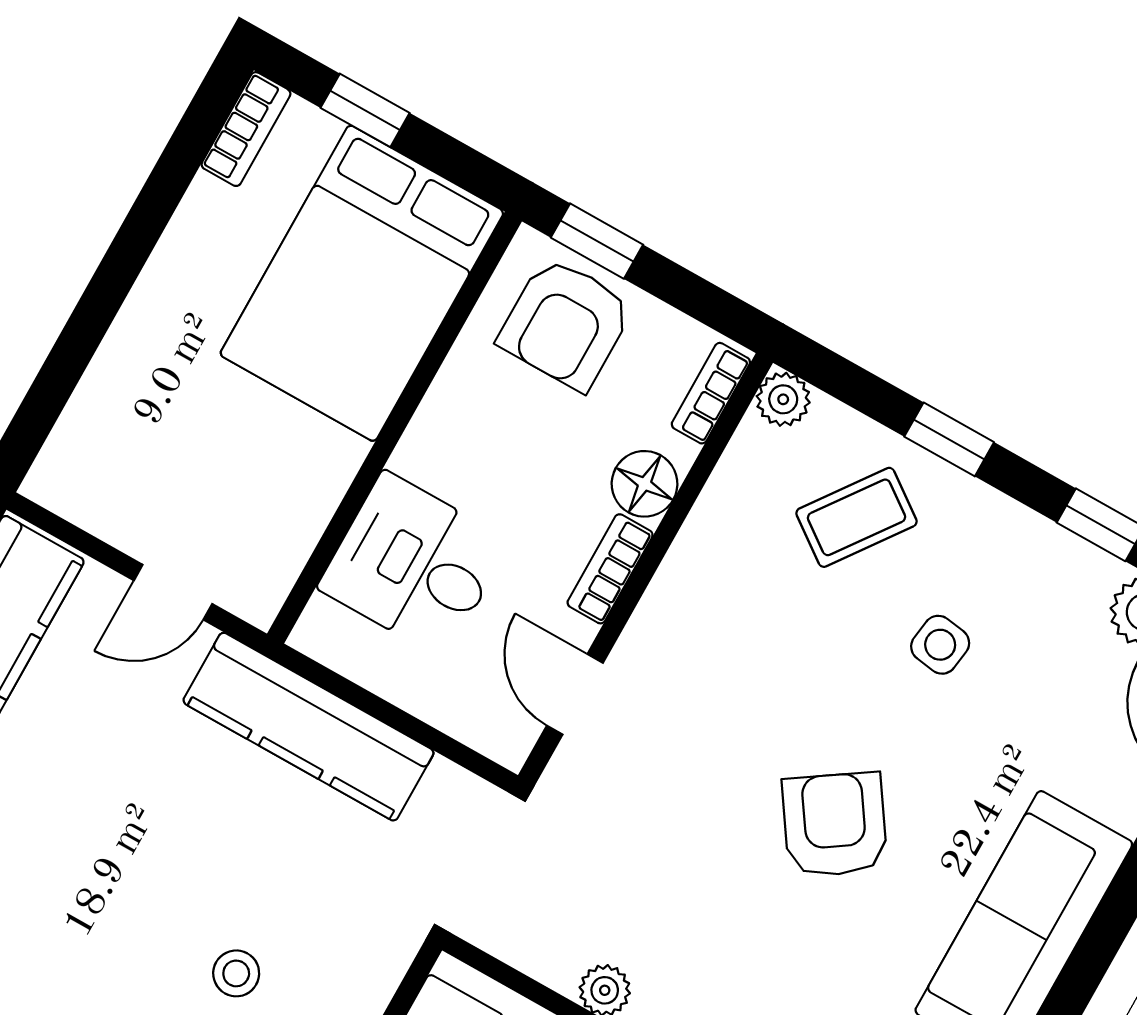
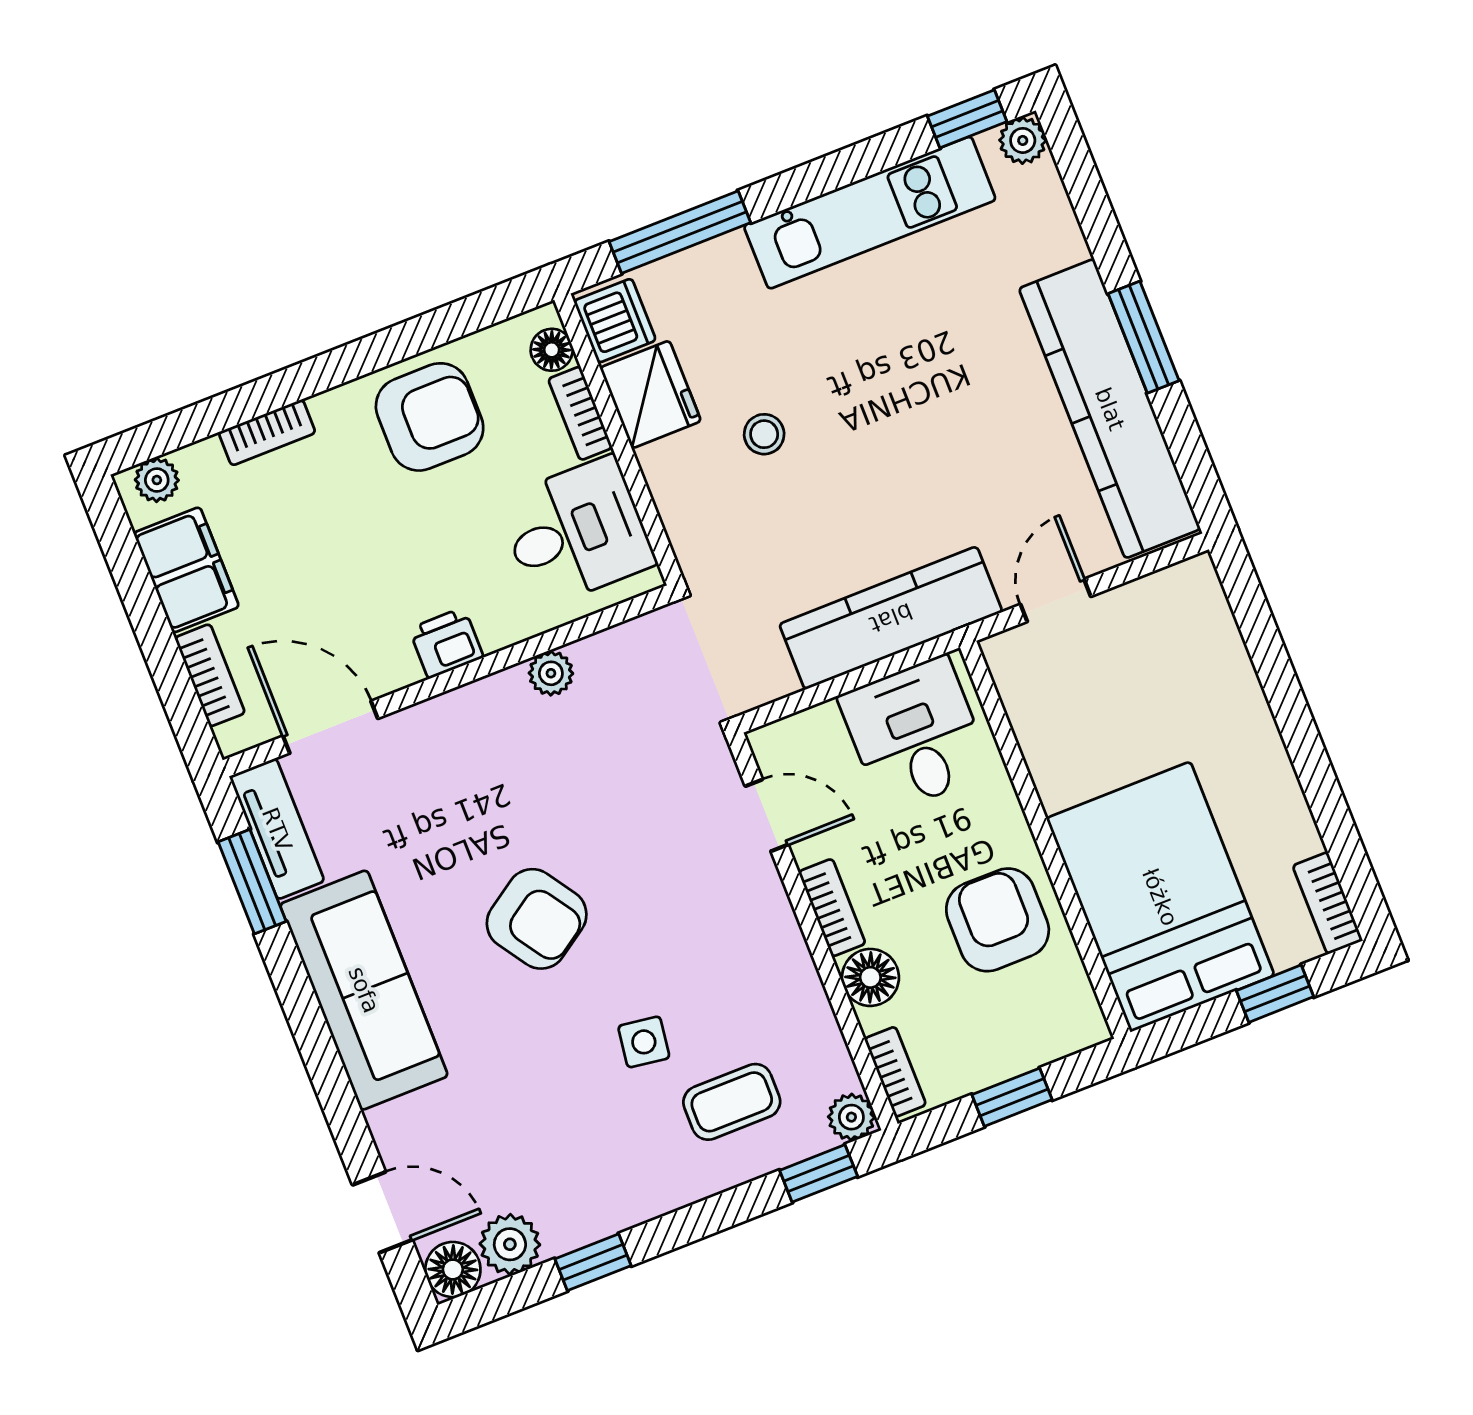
window: (597, 241) -> (1012, 1097), moved
armchair: (566, 324) -> (998, 920), moved
window: (949, 439) -> (819, 1173), moved
coffee table: (856, 517) -> (732, 1102), turned 54
desk: (414, 565) -> (915, 734), moved, turned -90
side table: (940, 645) -> (644, 1042), moved

